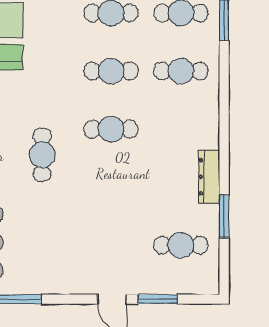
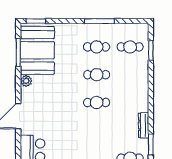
cafe table: (181, 71) -> (130, 75), removed
cafe table: (42, 155) -> (64, 115), removed

